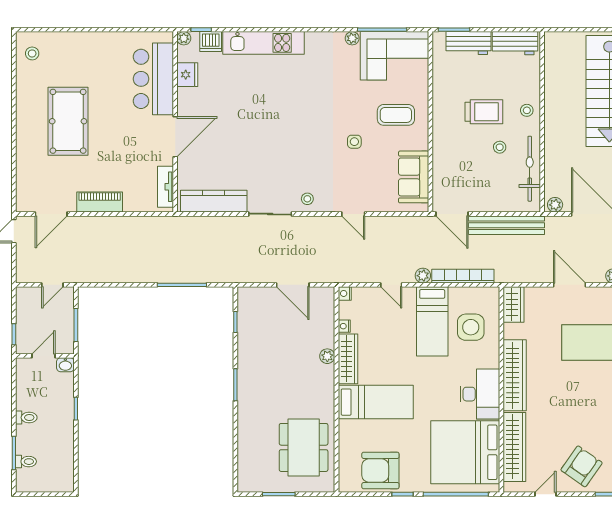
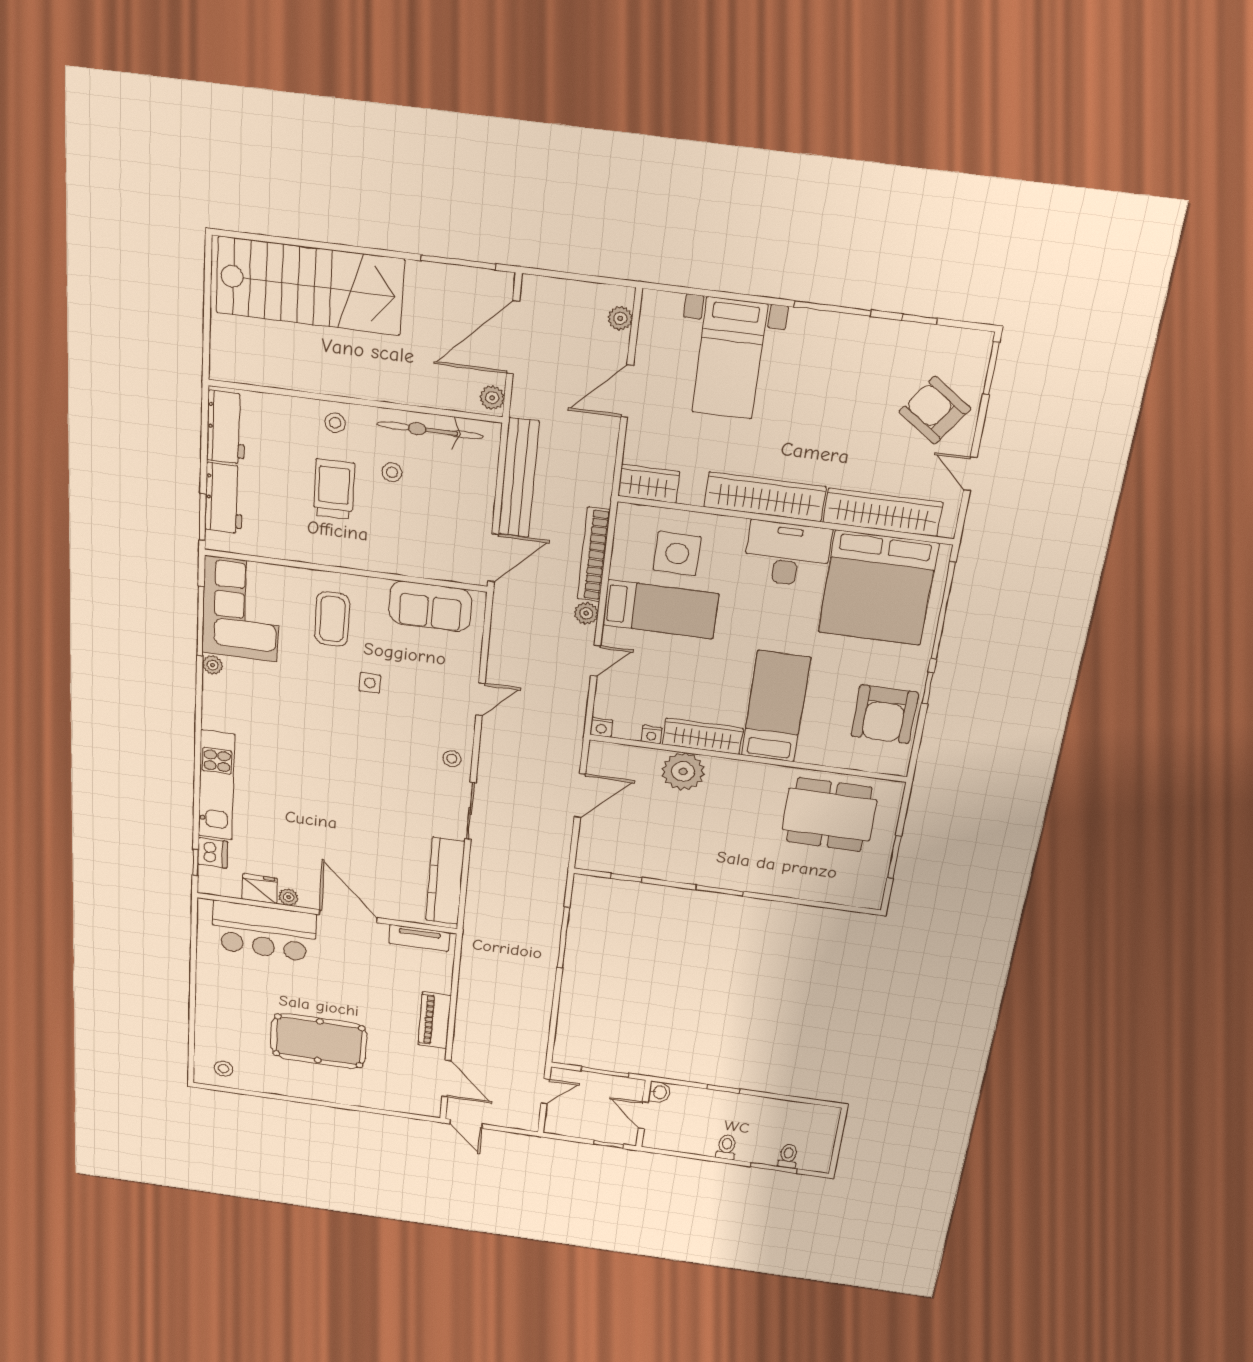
plant: (184, 38) -> (289, 897), moved
door: (52, 285) -> (545, 1091), hinge flipped
plant: (327, 356) -> (683, 771), width x1.87, depth x1.87

